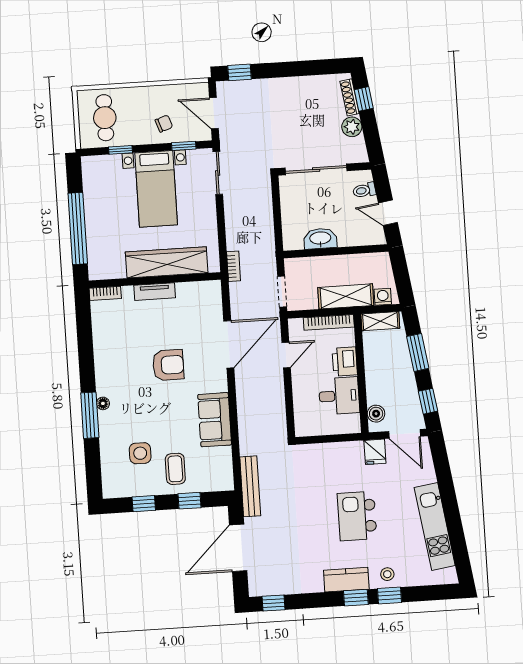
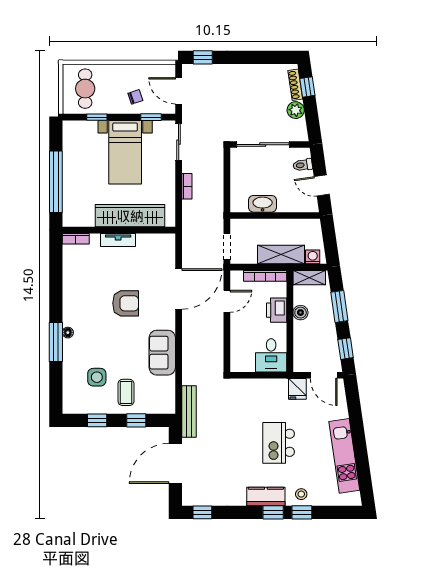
bookcase: (233, 266) -> (187, 186), moved
desk: (339, 396) -> (271, 355), moved, turned 90
boiler: (376, 414) -> (300, 313), moved

